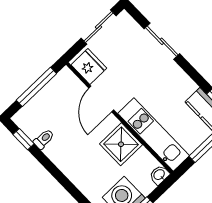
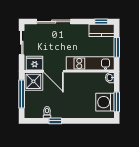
sliding door: (162, 41) -> (54, 22), width x1.37
window: (24, 139) -> (55, 121), moved
shower: (121, 144) -> (33, 81), moved

